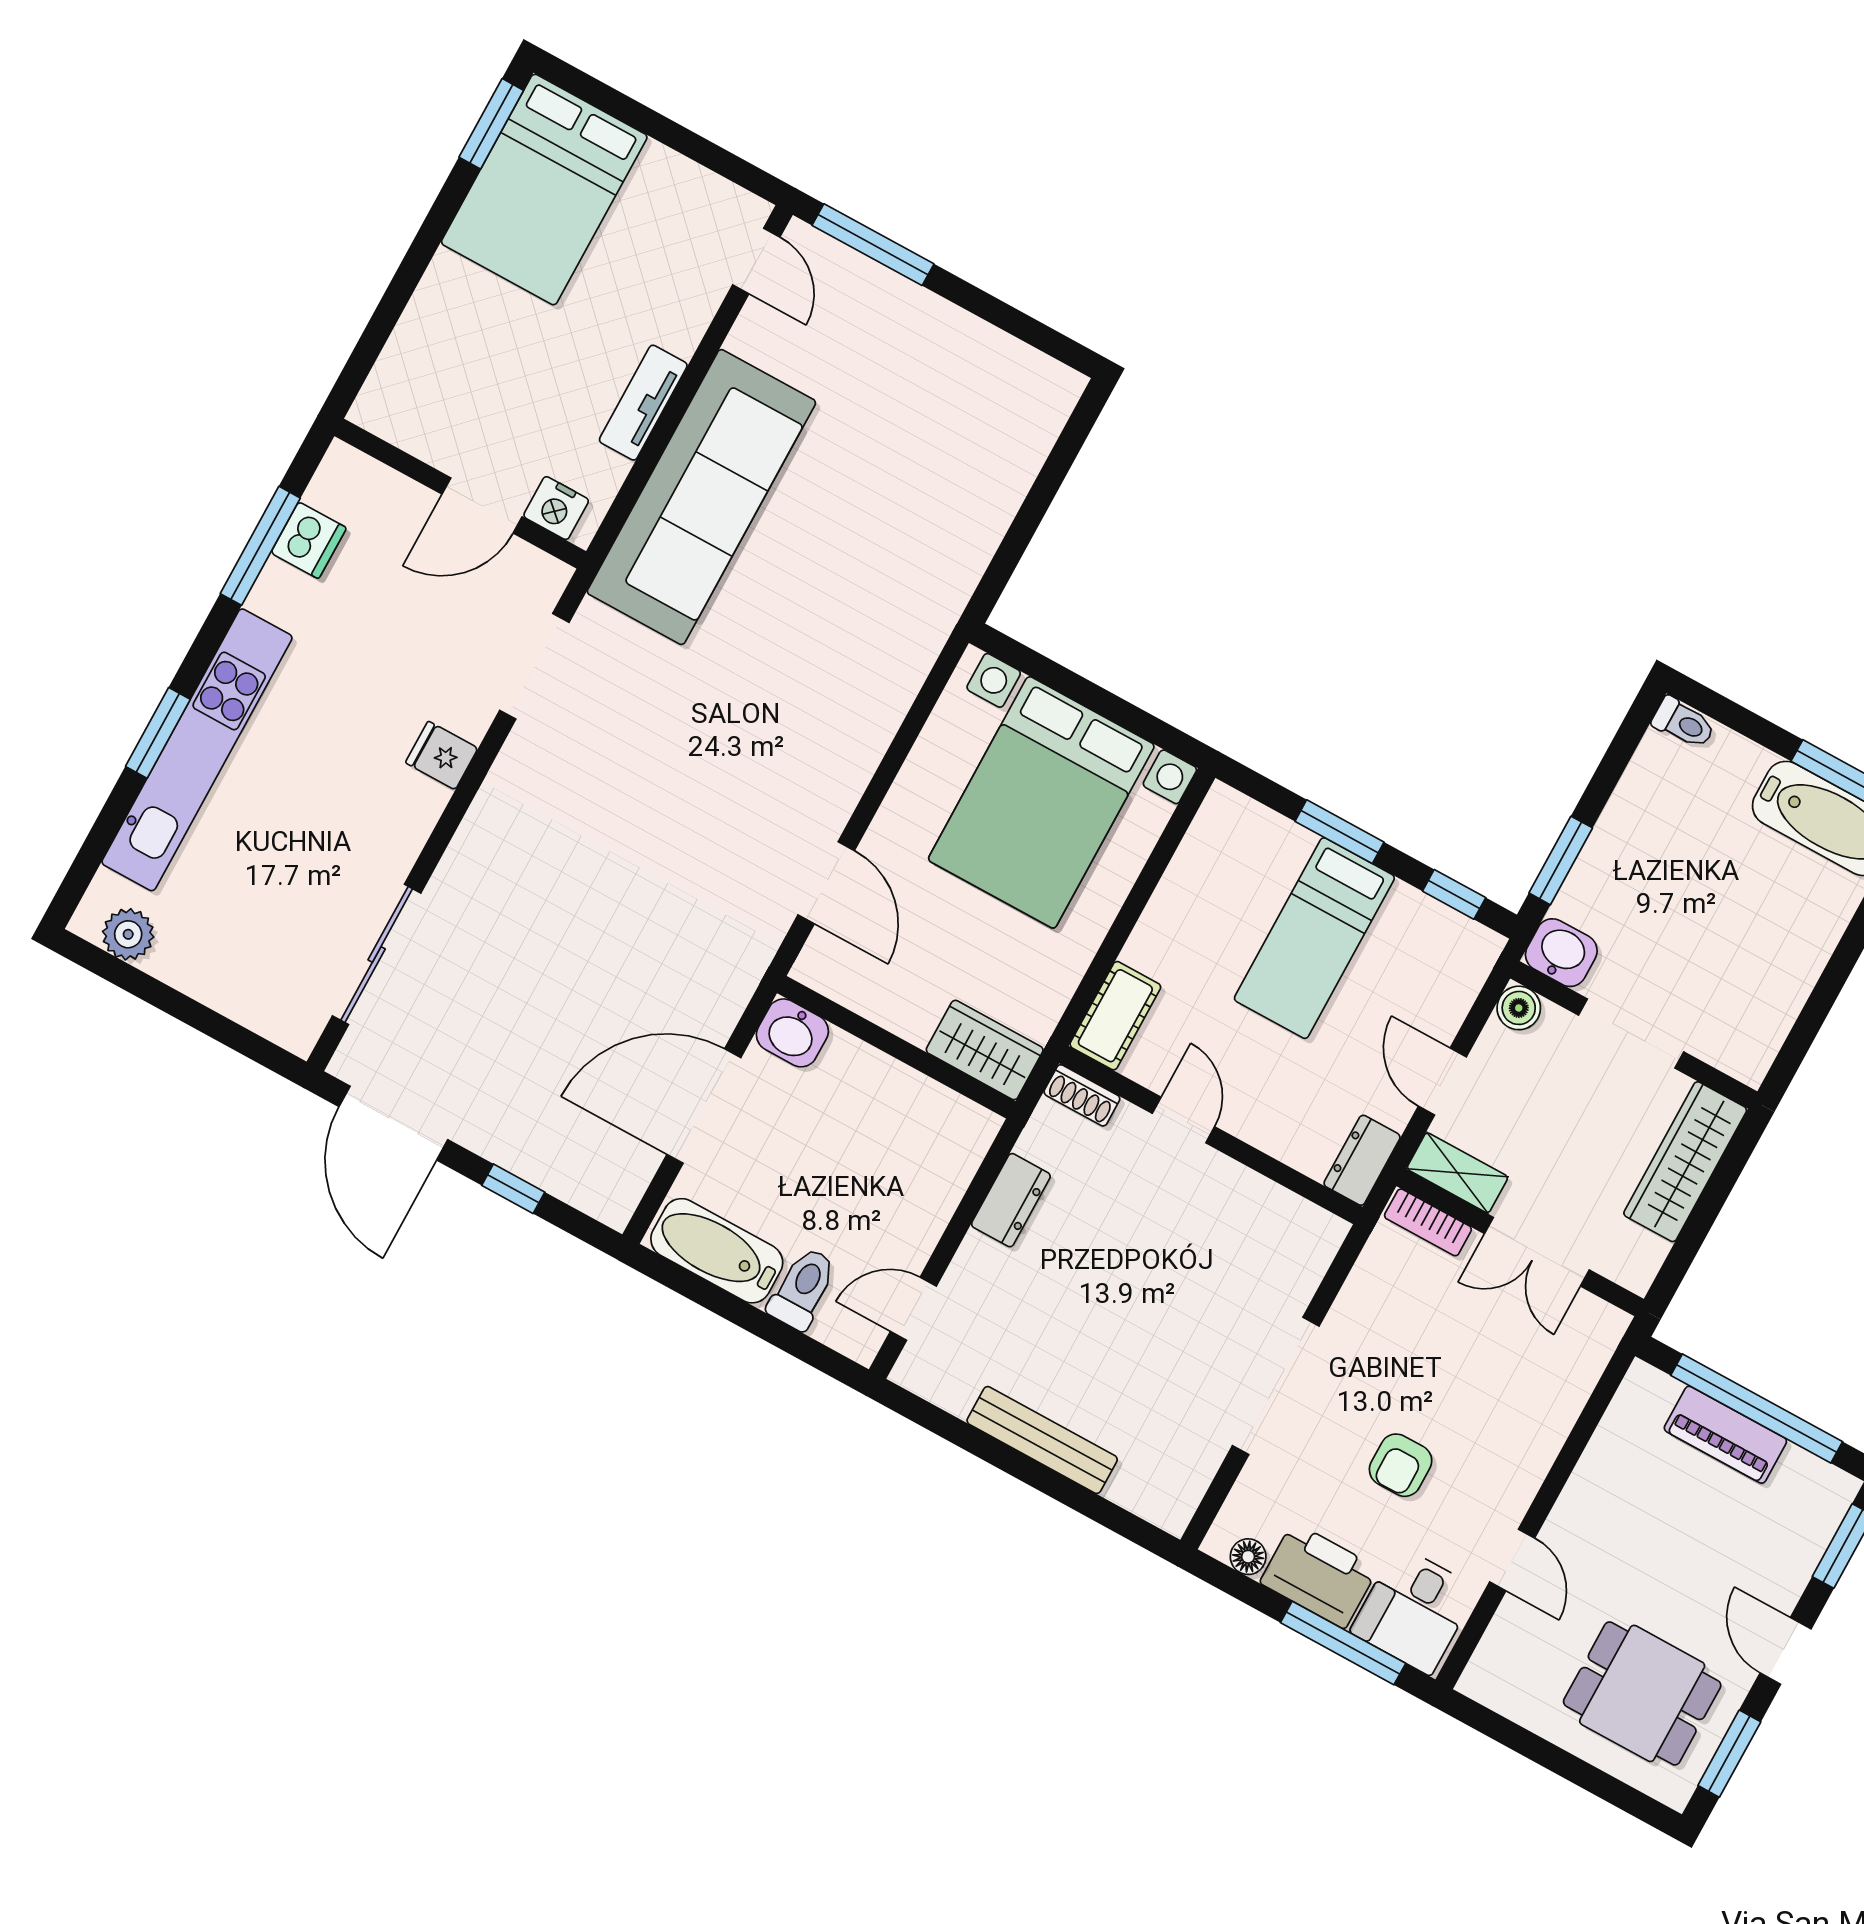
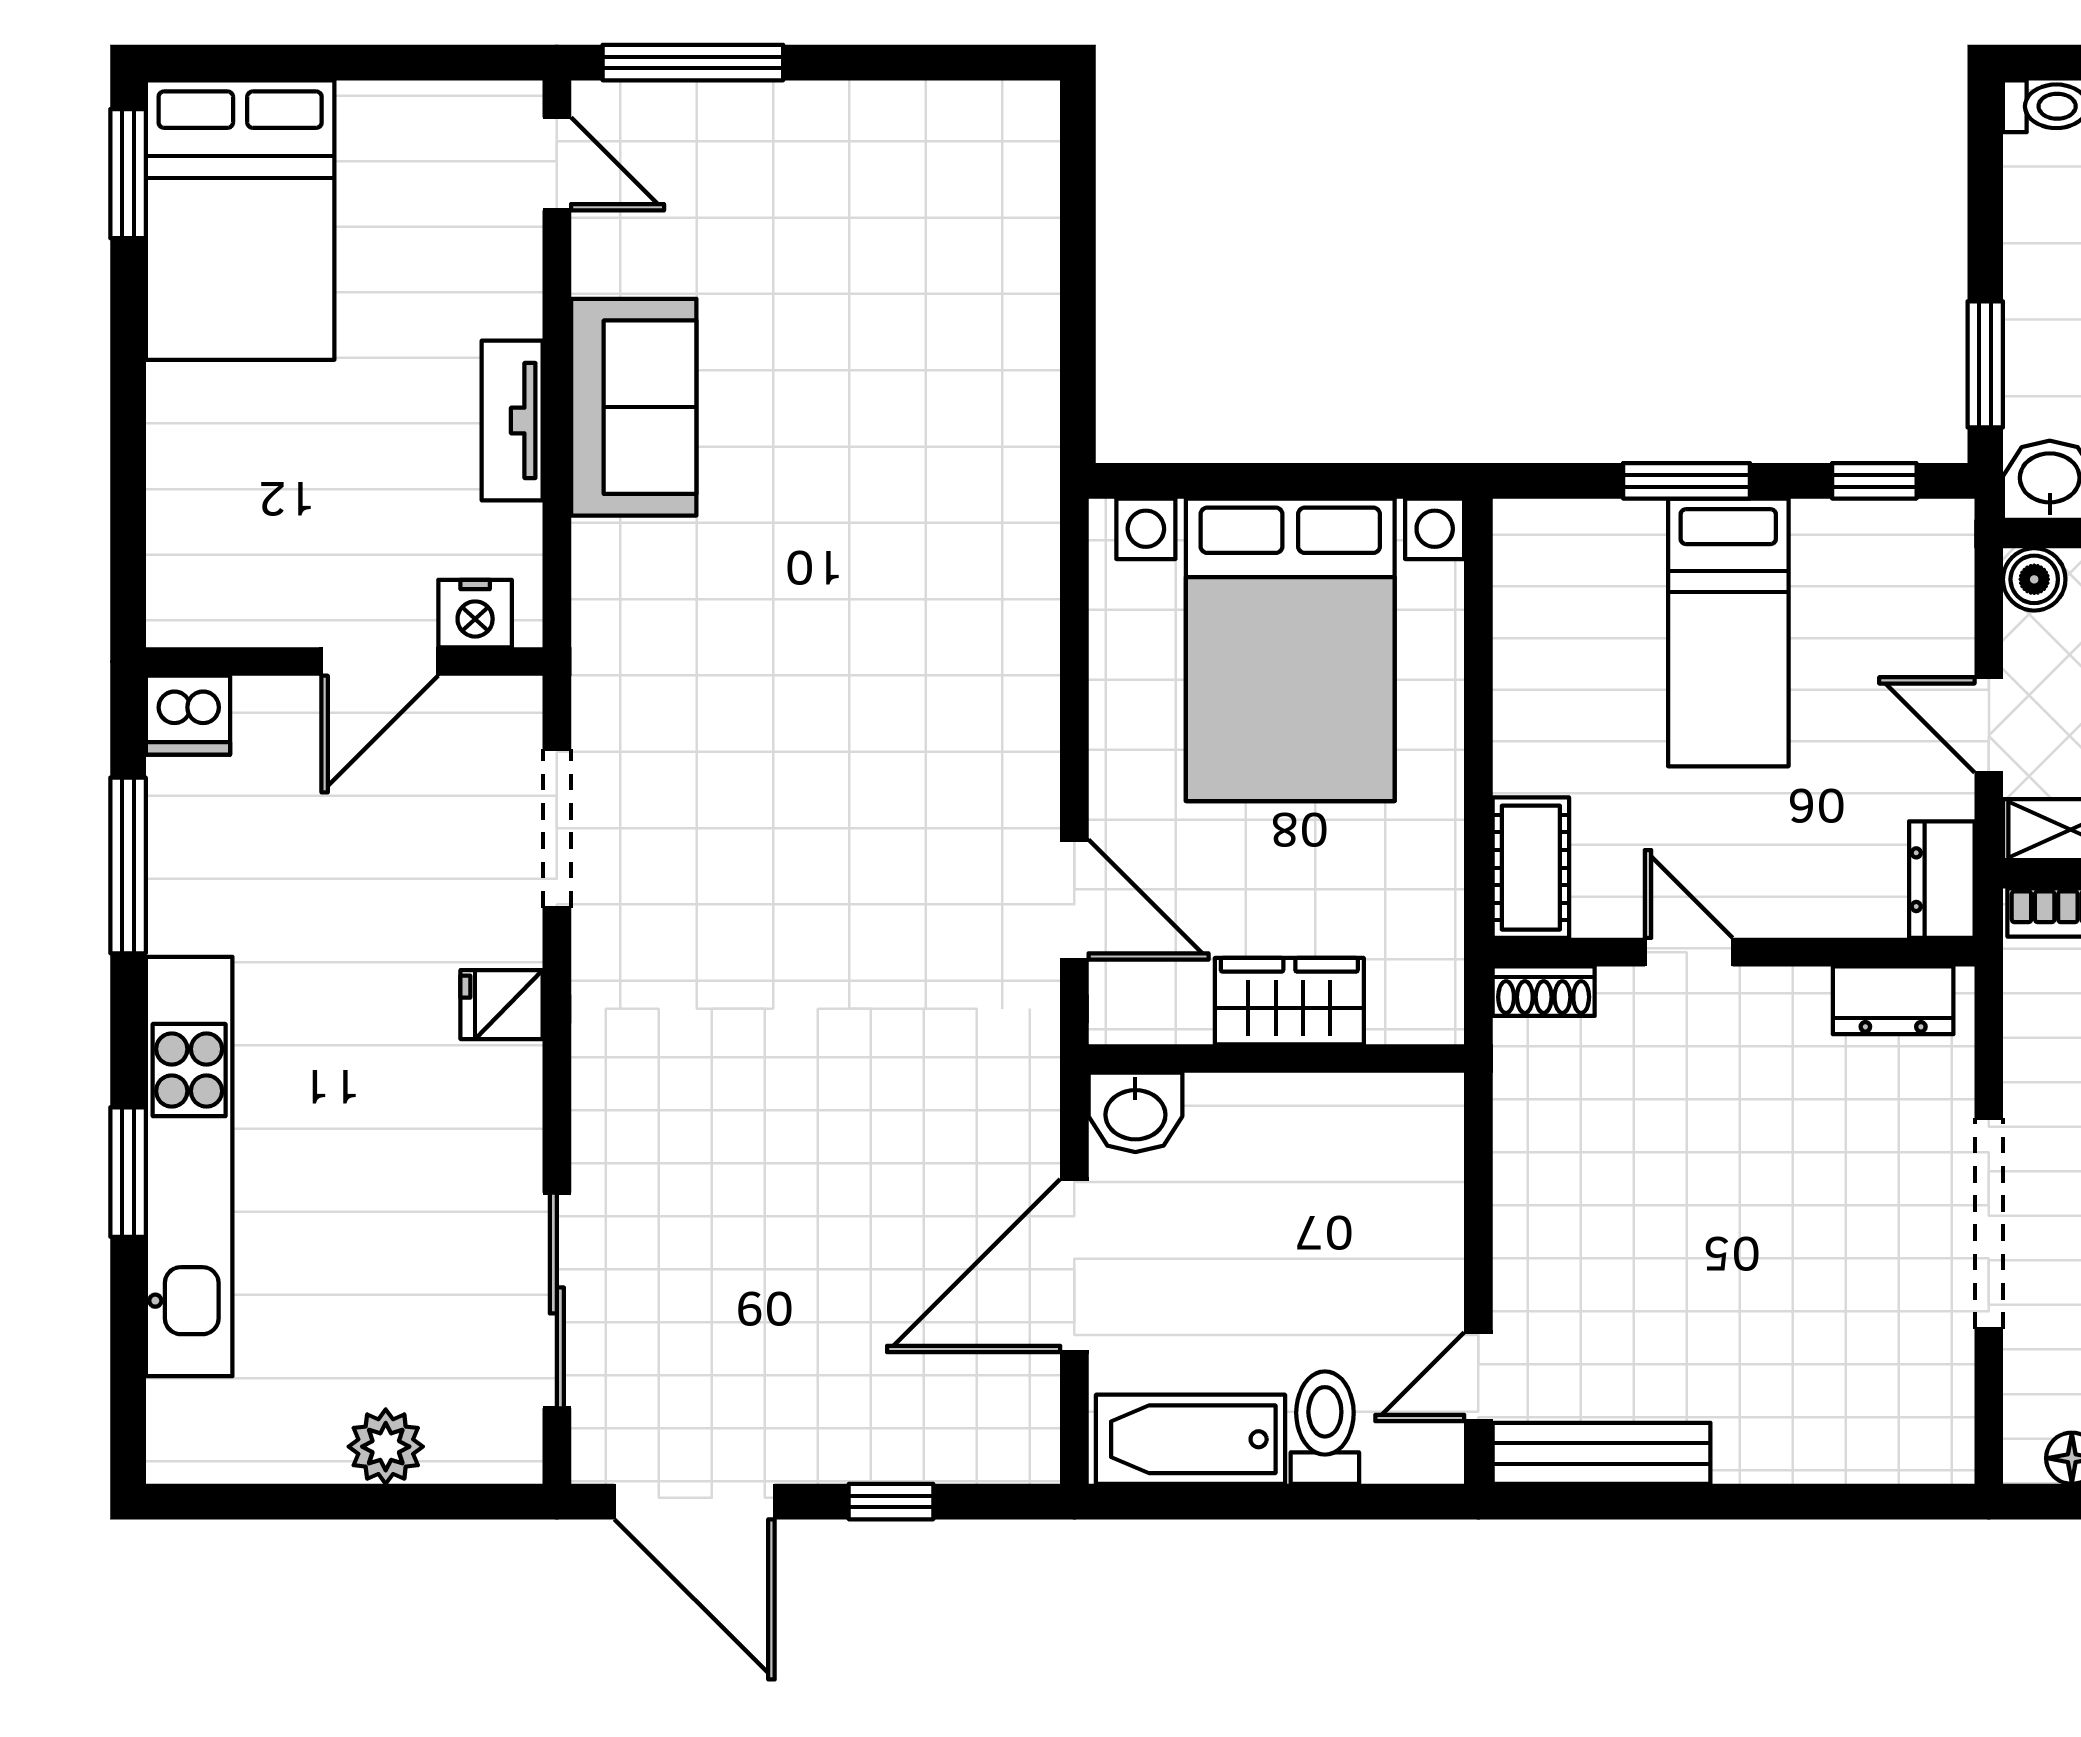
sofa: (701, 497) -> (634, 407), width x0.54, depth x0.79
dishwasher: (309, 540) -> (188, 715), moved, turned 90
plant: (128, 934) -> (386, 1447), moved
wardrobe: (985, 1050) -> (1289, 1001), moved
dresser: (1011, 1200) -> (1893, 1000), moved, turned 90
bench: (1042, 1440) -> (1602, 1453), moved

